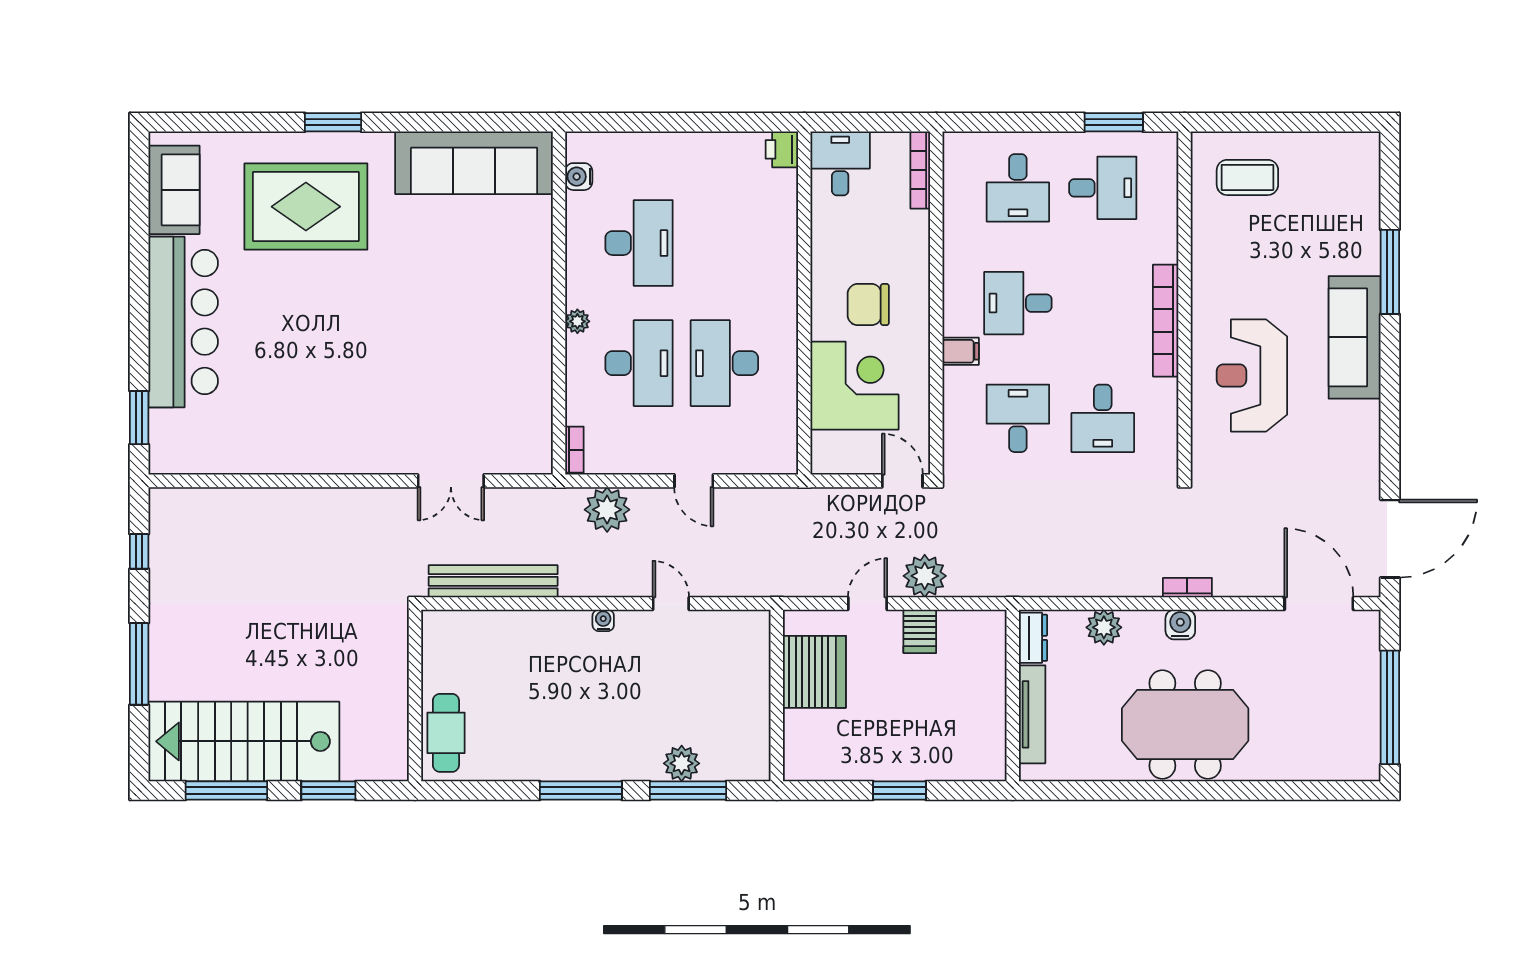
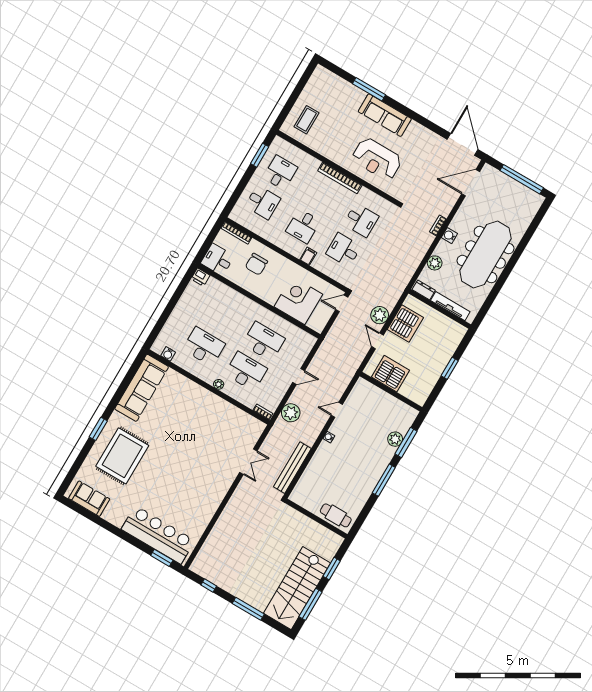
chair: (868, 305) -> (256, 264), moved
bar counter: (183, 322) -> (158, 535), moved
desk: (724, 363) -> (264, 341), turned 180
server rack: (920, 631) -> (405, 324), width x2.18, depth x1.44
meeting table: (1185, 725) -> (485, 255), width x1.36

